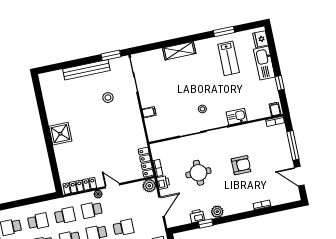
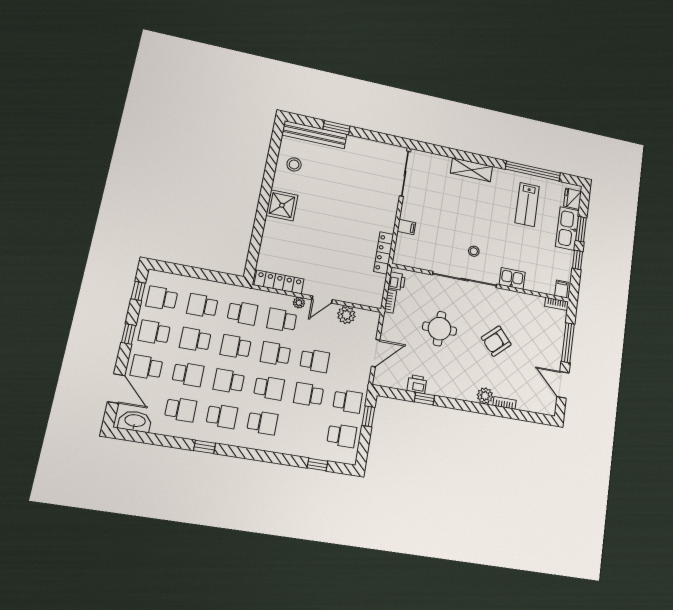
window: (224, 32) -> (533, 171), width x2.11
window: (111, 55) -> (337, 128), moved
window: (275, 59) -> (581, 229), added
bench: (86, 70) -> (315, 135), moved
stool: (108, 98) -> (294, 164), moved
locker: (146, 162) -> (384, 253), moved
armchair: (241, 165) -> (496, 341), turned 138
printer: (163, 182) -> (397, 281), moved
door: (112, 186) -> (322, 300), swing flipped
plant: (149, 186) -> (346, 315), moved
plant: (217, 212) -> (485, 396), moved
school desk: (38, 221) -> (202, 306), turned 180

